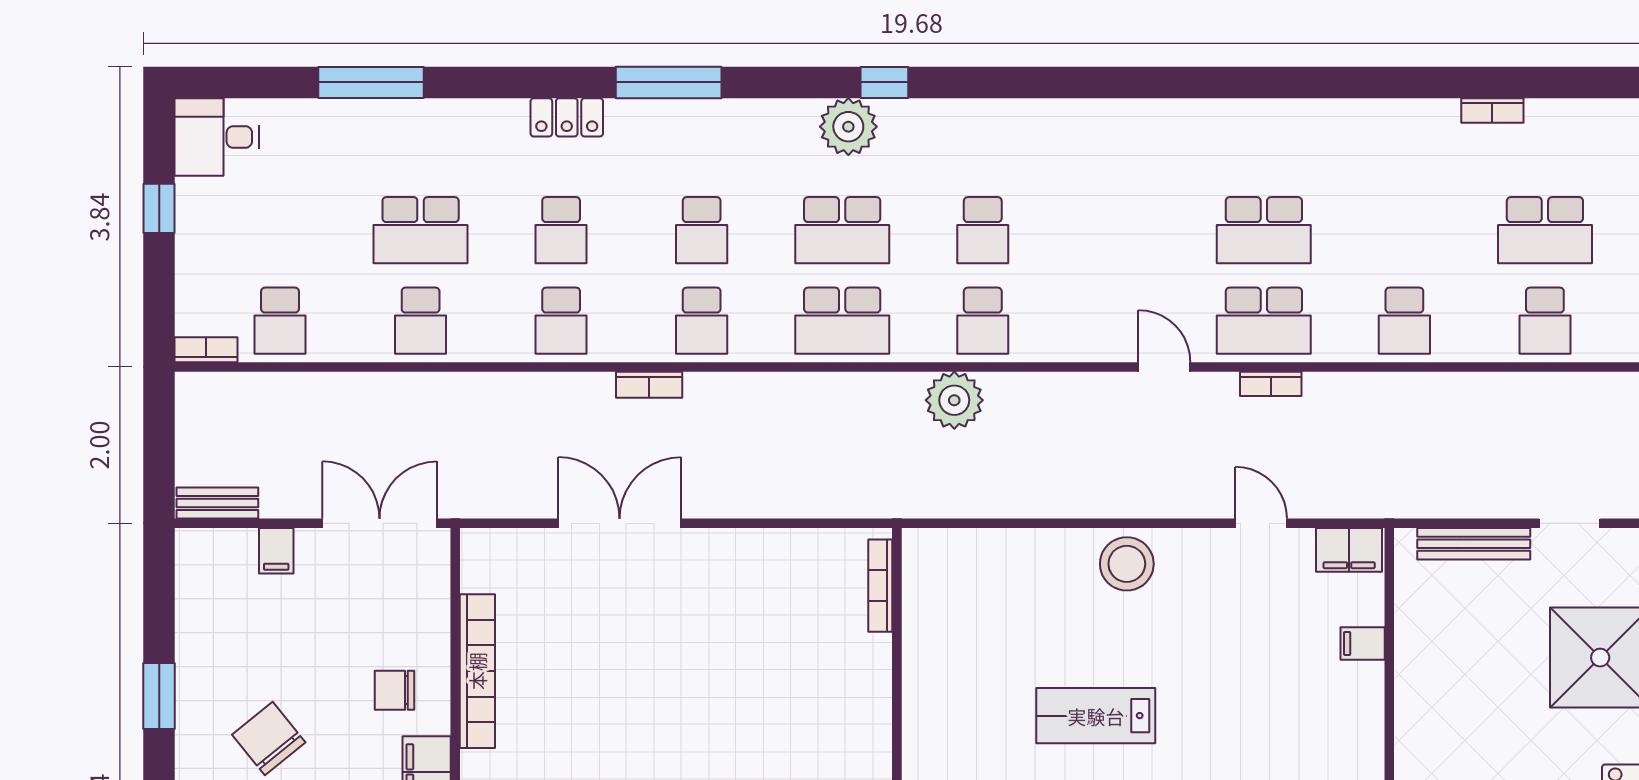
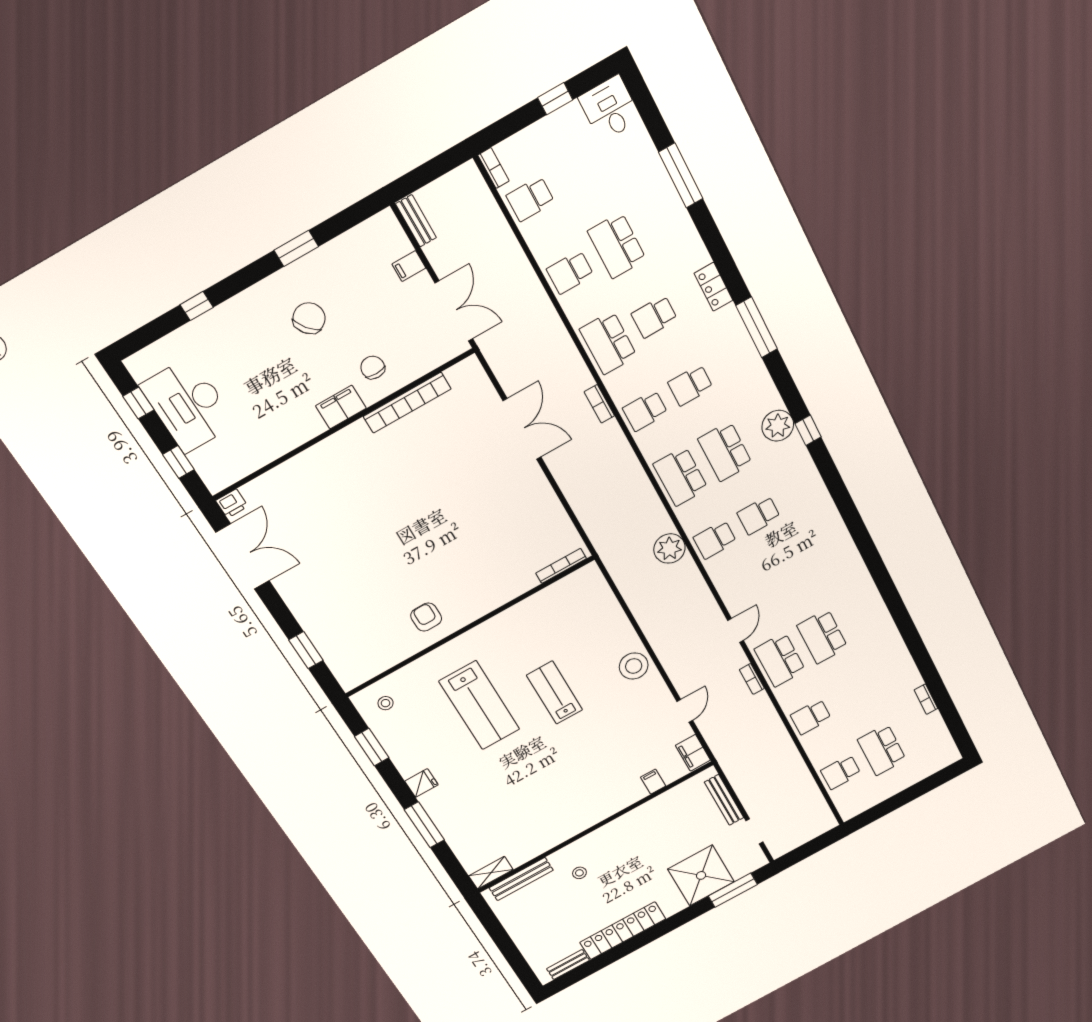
school desk: (561, 321) -> (608, 343), width x1.85

